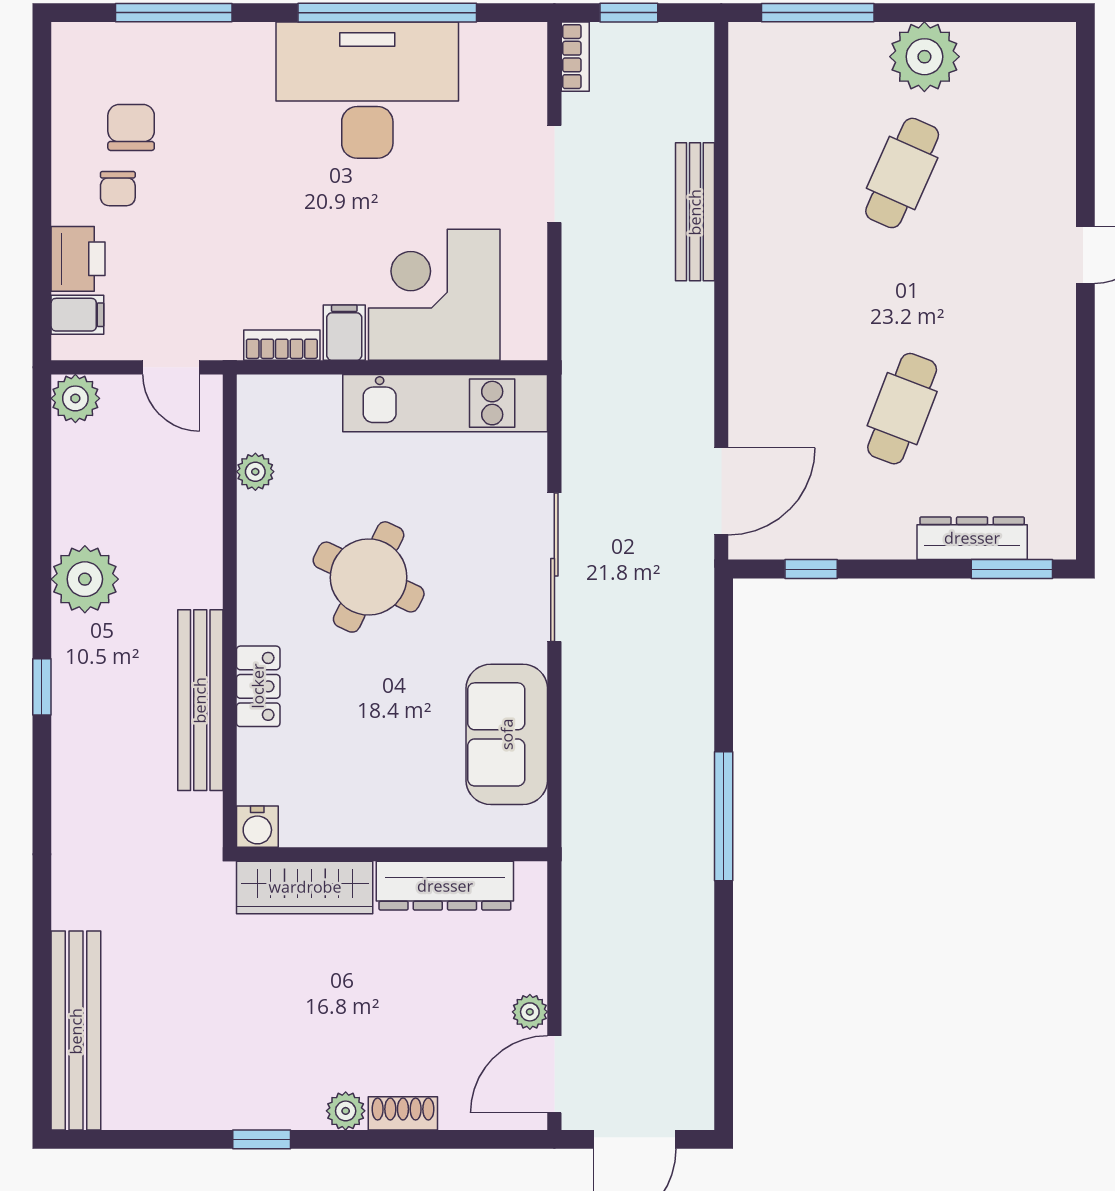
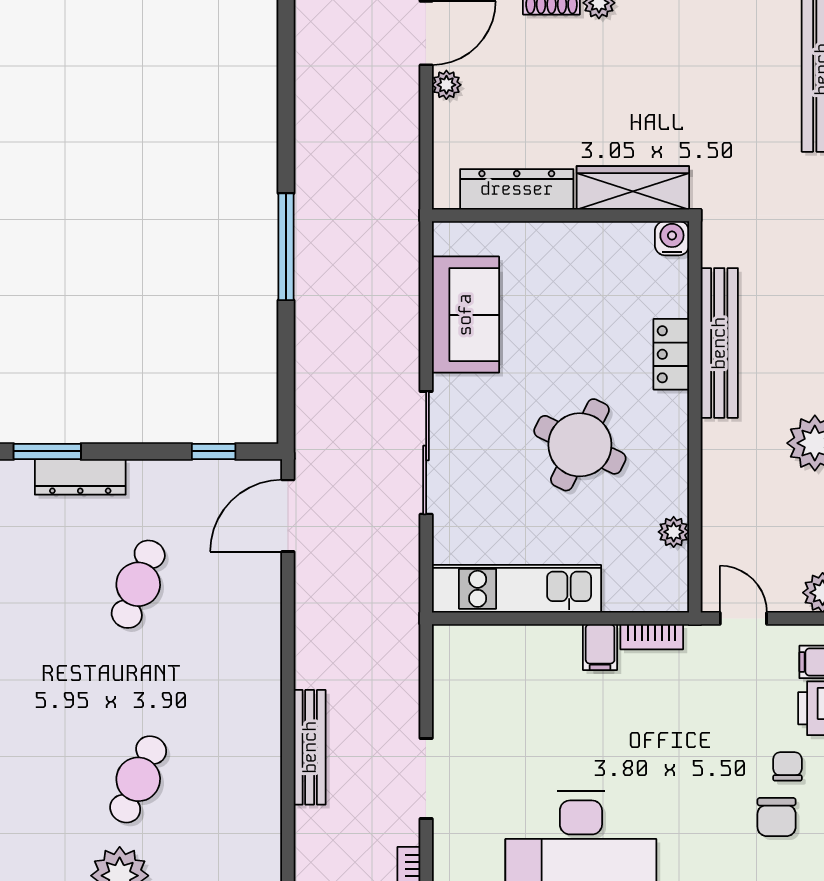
corner desk: (434, 295) -> (525, 679), removed

